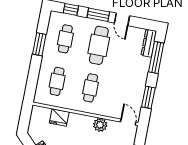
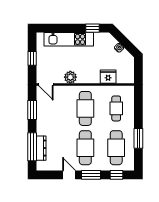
cafe table: (65, 39) -> (116, 148), width x1.37, depth x1.35
dresser: (149, 43) -> (41, 148), moved
cafe table: (91, 88) -> (85, 108), width x1.37, depth x1.35

